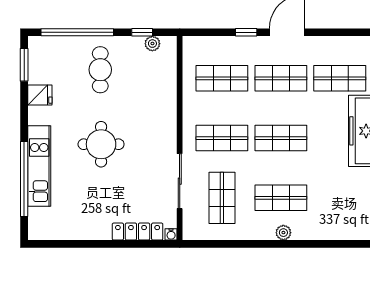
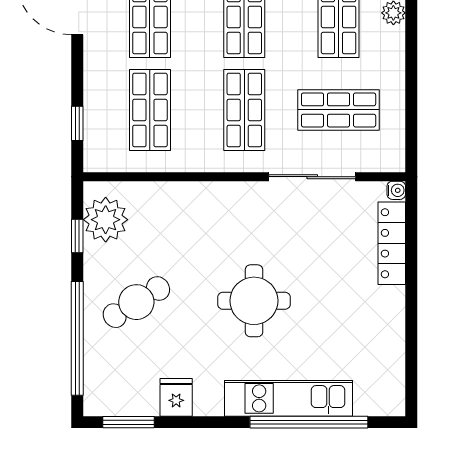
window: (246, 32) -> (77, 123), moved
plant: (152, 44) -> (106, 220), width x1.88, depth x1.88
cafe table: (100, 70) -> (136, 302), turned -32

